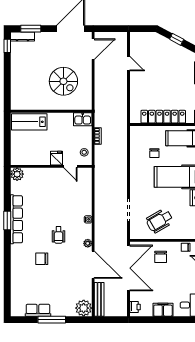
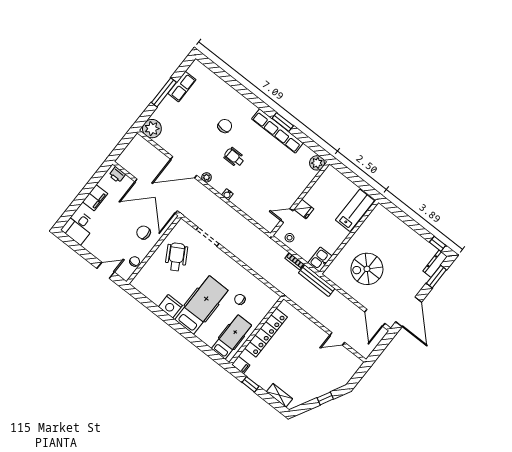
bench: (99, 299) -> (317, 281), moved

